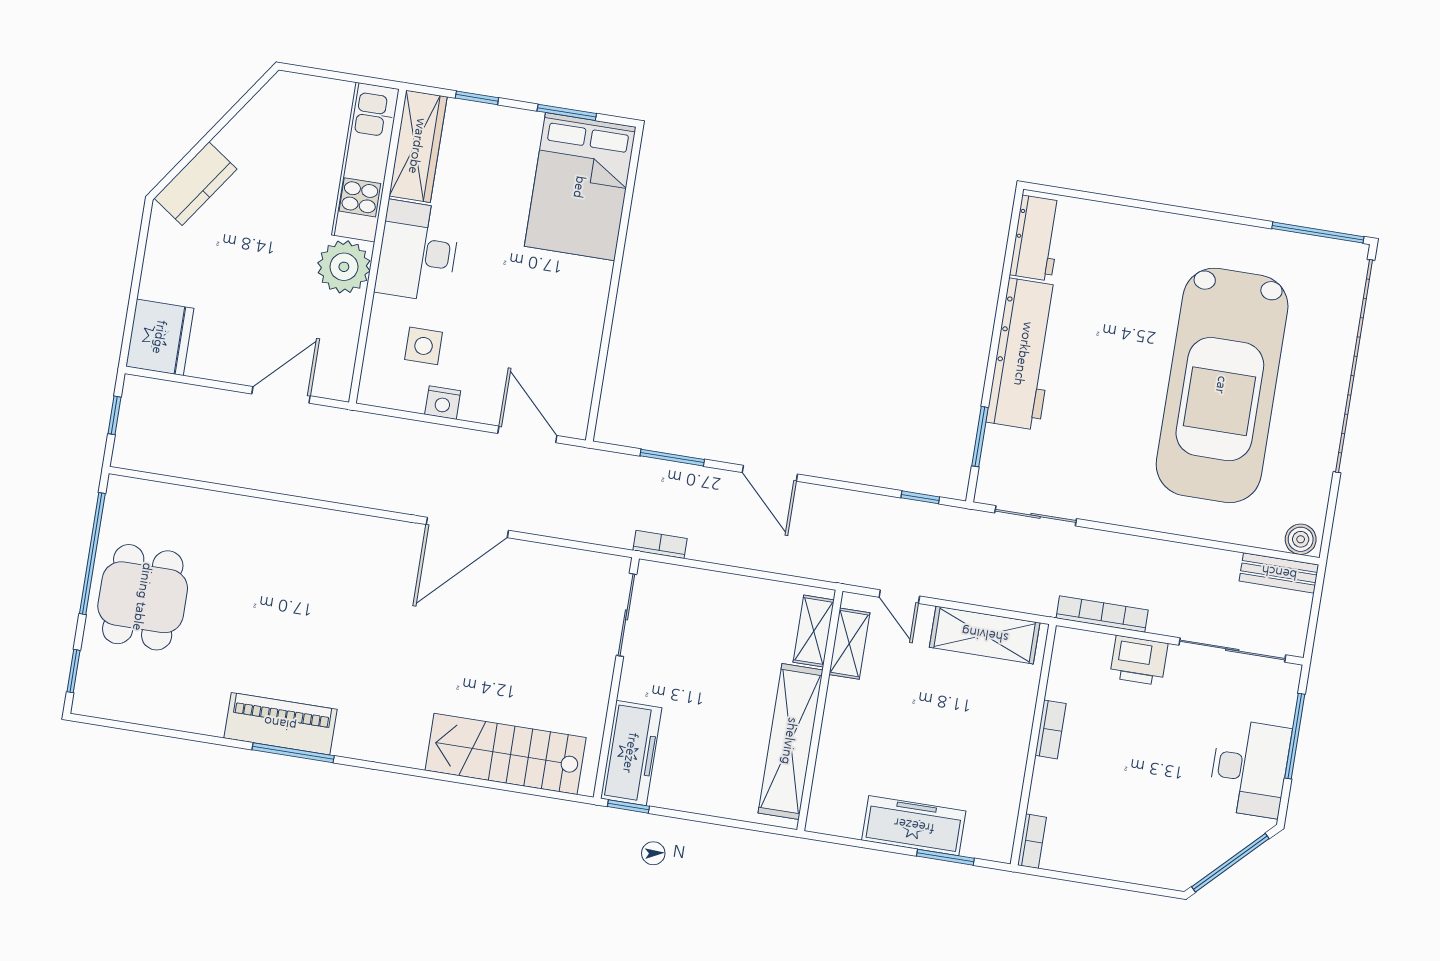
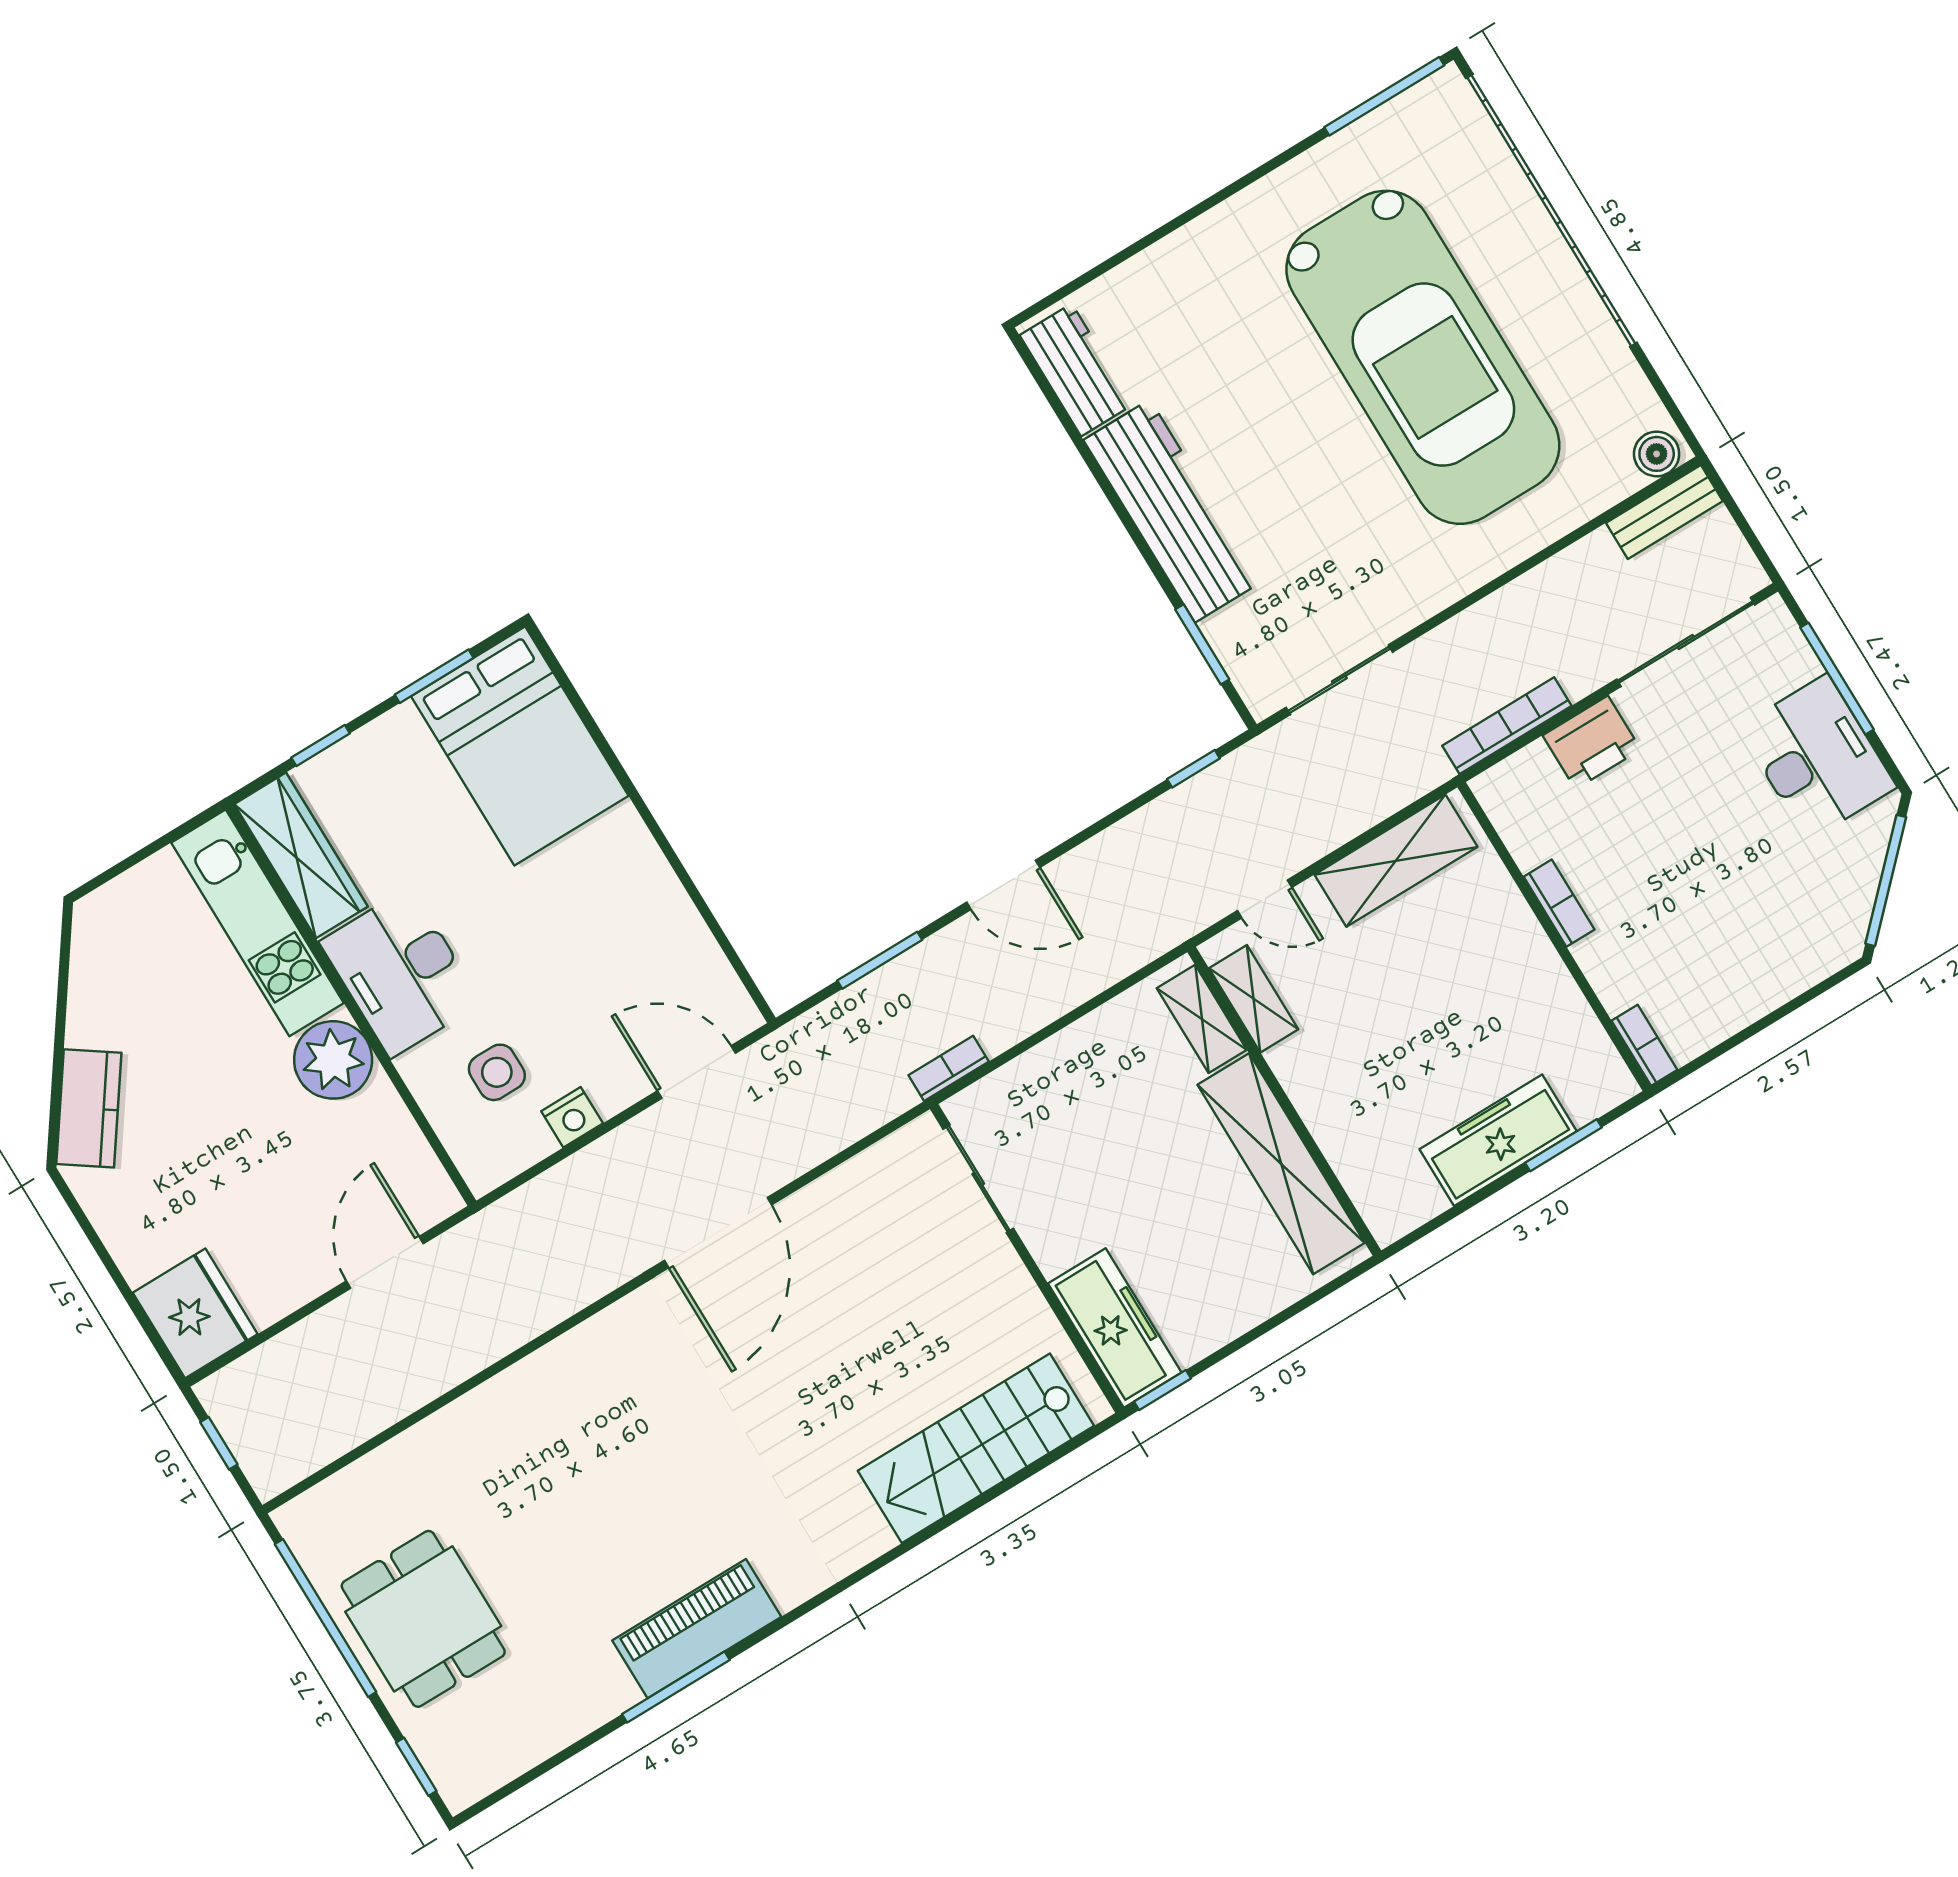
window: (293, 753) -> (676, 1687), moved

